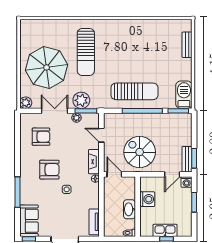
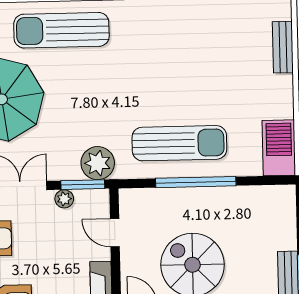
sun lounger: (86, 52) -> (61, 30), moved, turned 90
plant: (81, 100) -> (98, 163), moved
window: (178, 111) -> (268, 180), removed

